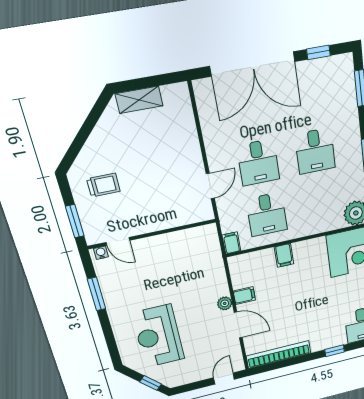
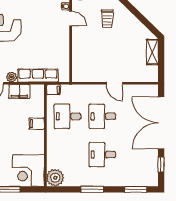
door: (210, 186) -> (114, 83), moved
door: (118, 241) -> (71, 18), swing flipped
row of seats: (215, 269) -> (38, 76), added
filing cabinet: (244, 296) -> (19, 91), width x2.00

